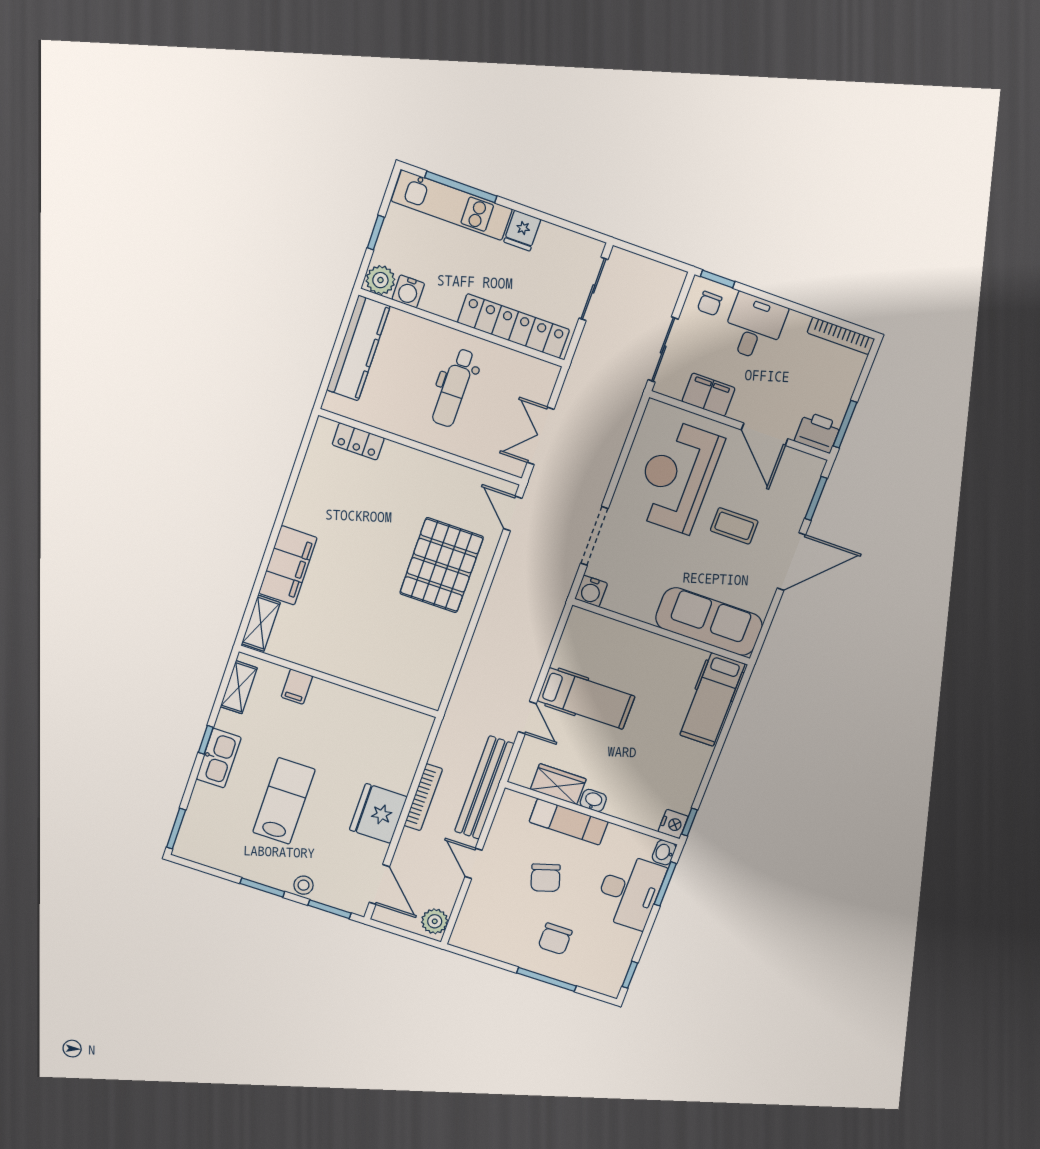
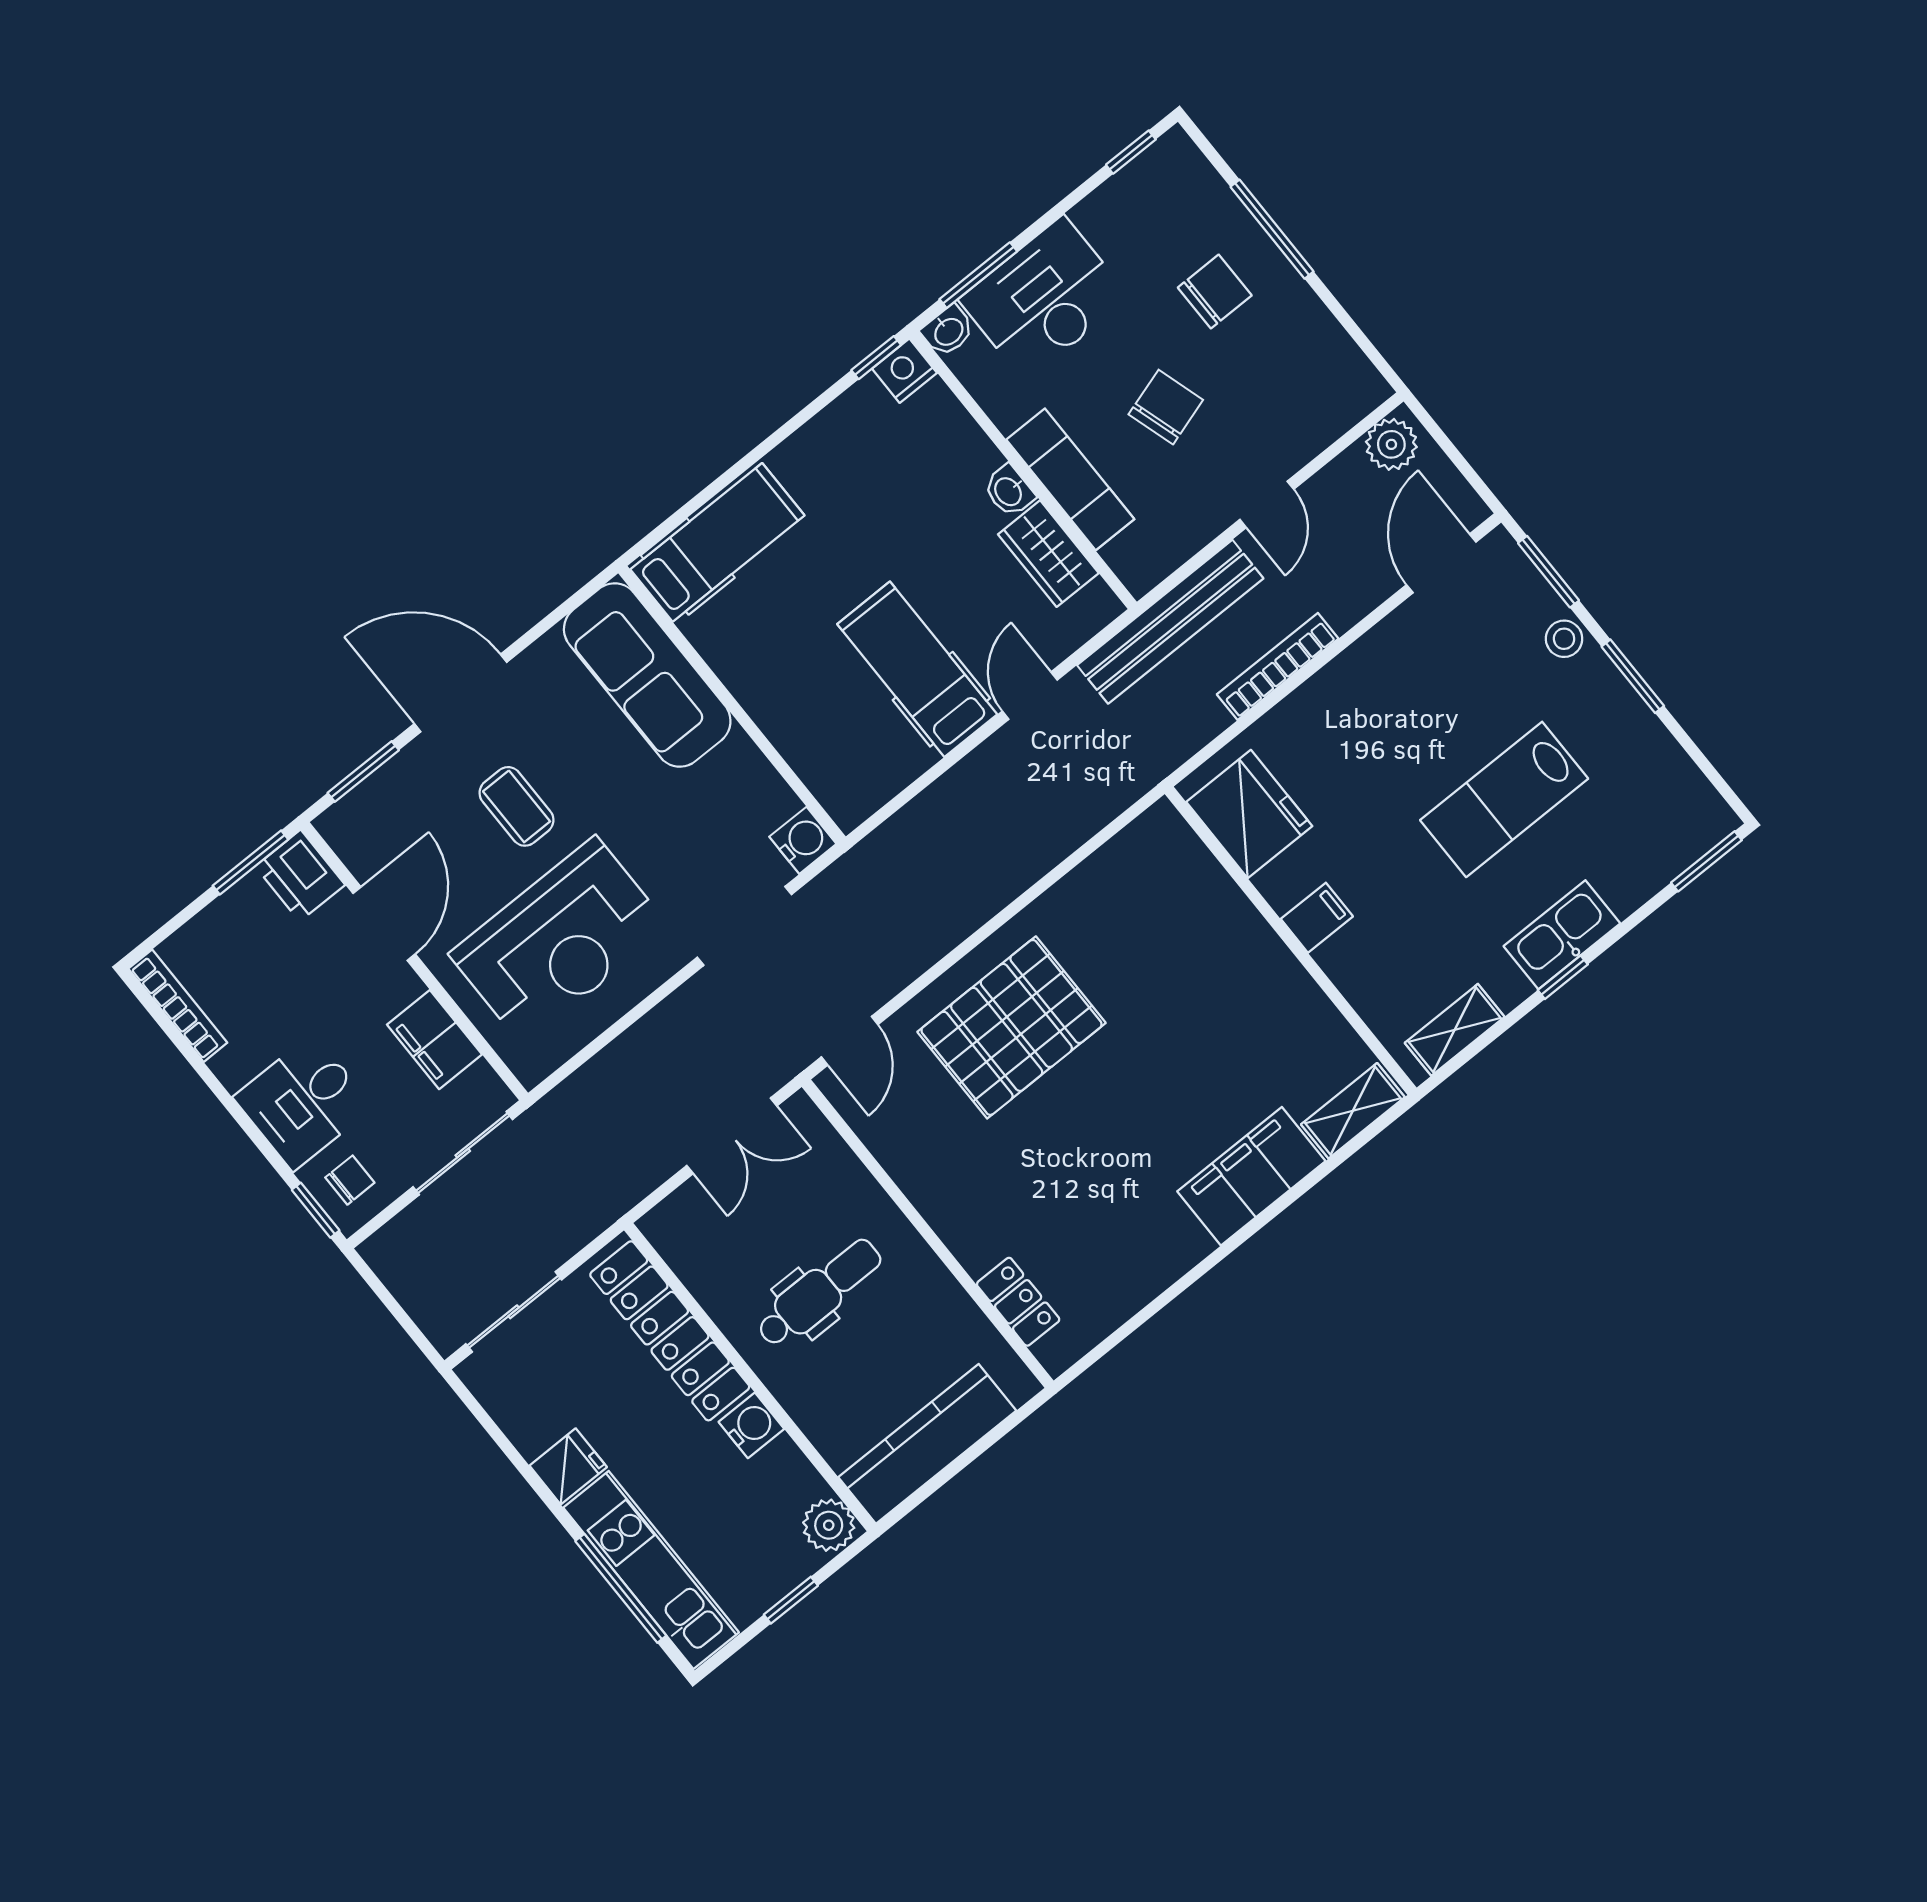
water cooler: (408, 291) -> (751, 1425), moved
filing cabinet: (297, 687) -> (1317, 918), moved
fridge: (378, 813) -> (1249, 814), moved, turned -90

